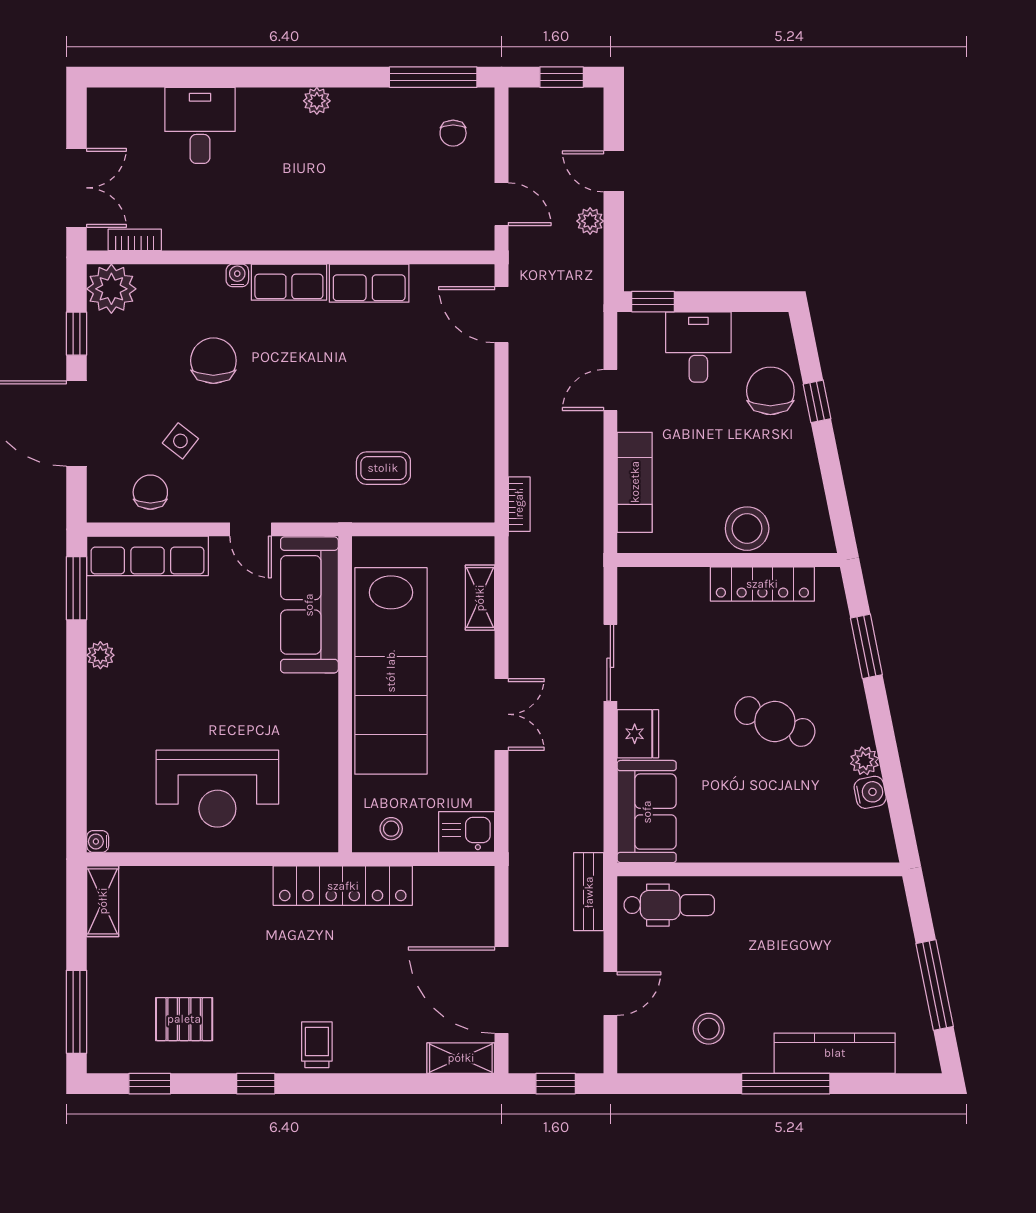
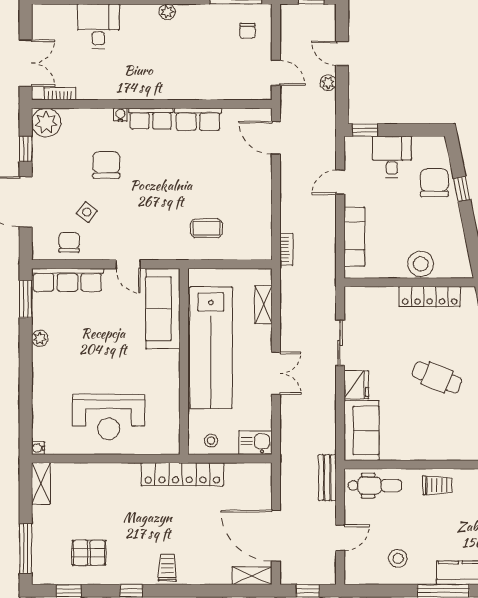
trolley: (776, 905) -> (437, 485), added

